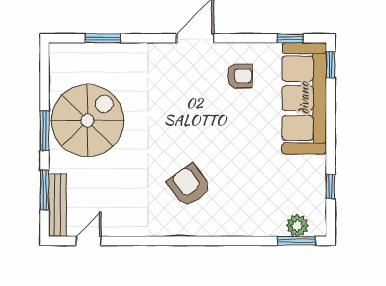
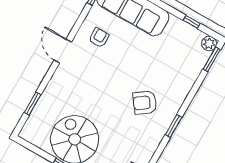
plant: (297, 226) -> (209, 44), moved
window: (180, 241) -> (174, 126), added

